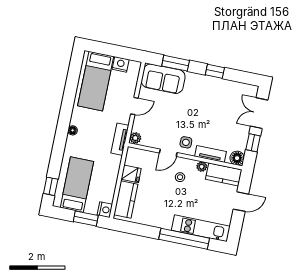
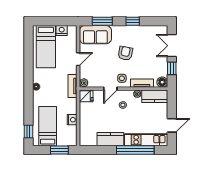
armchair: (197, 111) -> (125, 53), added
fridge: (131, 174) -> (86, 96), moved
kitchen counter: (126, 200) -> (110, 139), moved, turned -90
door: (241, 202) -> (172, 125), moved
nightstand: (105, 210) -> (72, 120), moved

